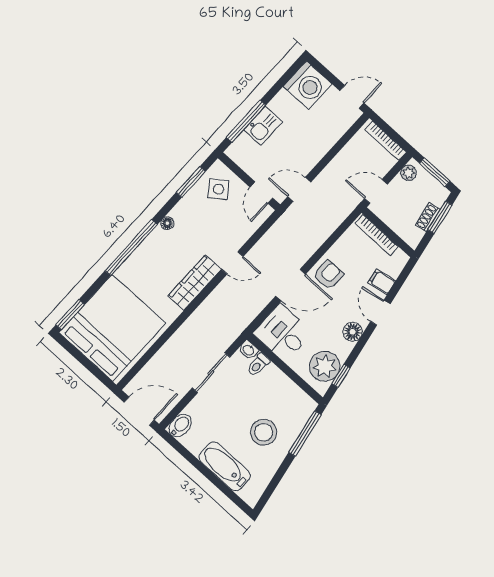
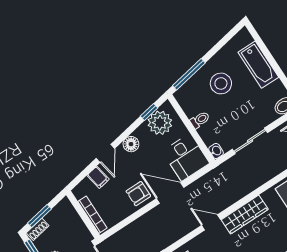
shoe rack: (428, 217) -> (38, 229), moved
toilet: (258, 365) -> (200, 120), moved

